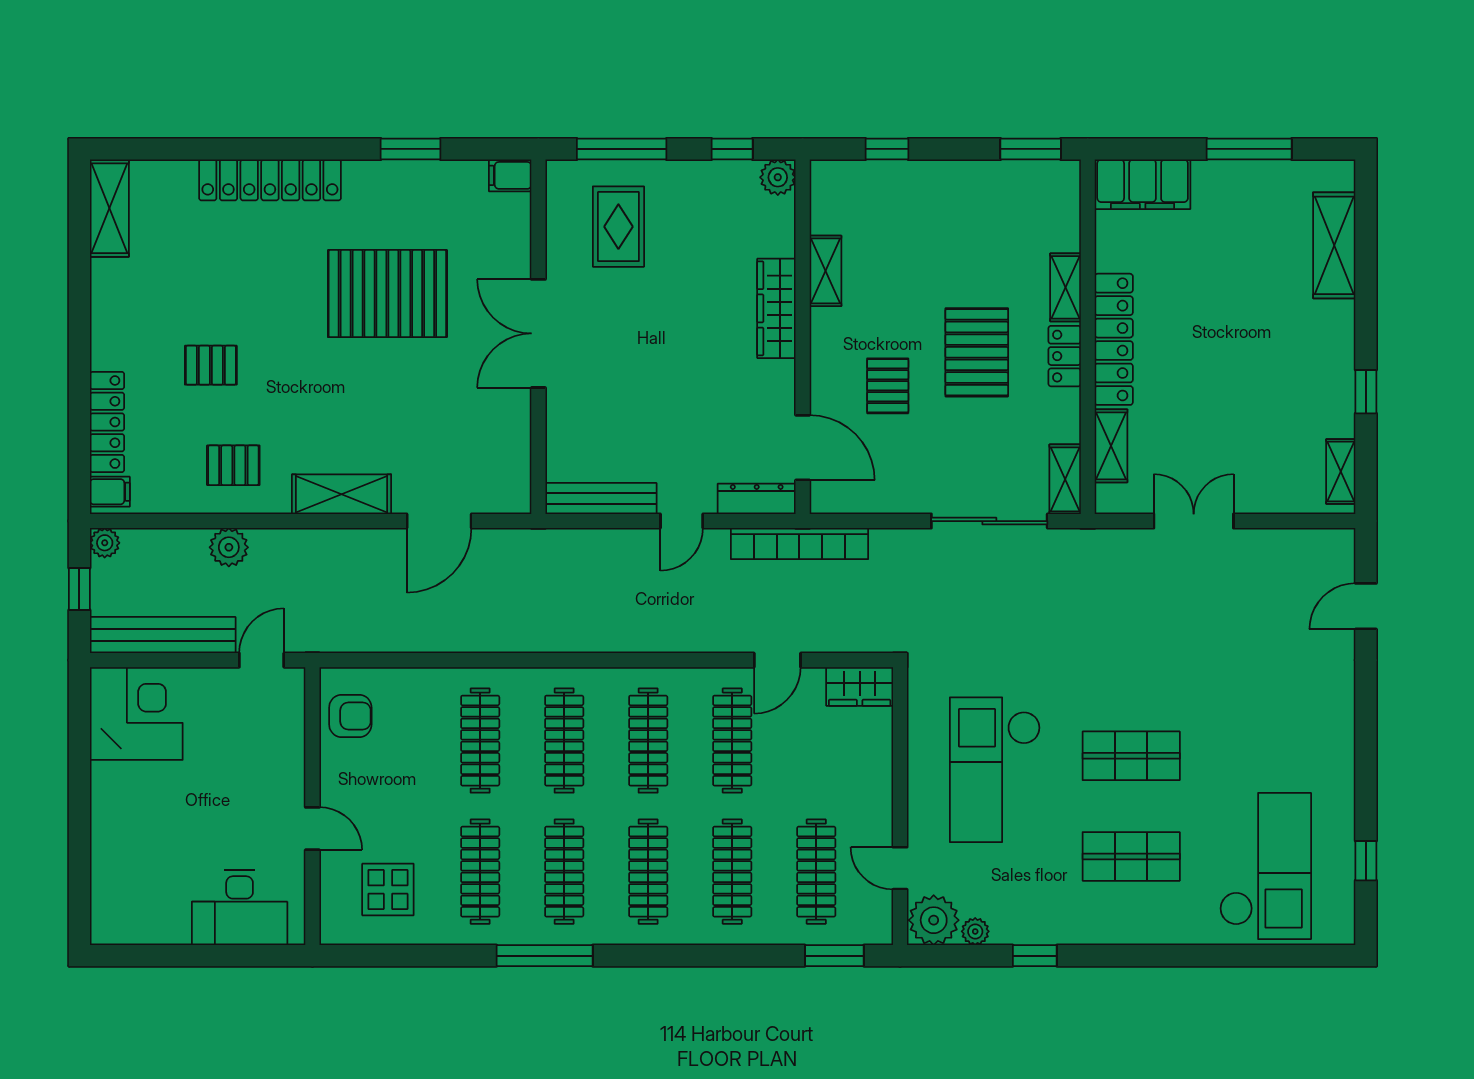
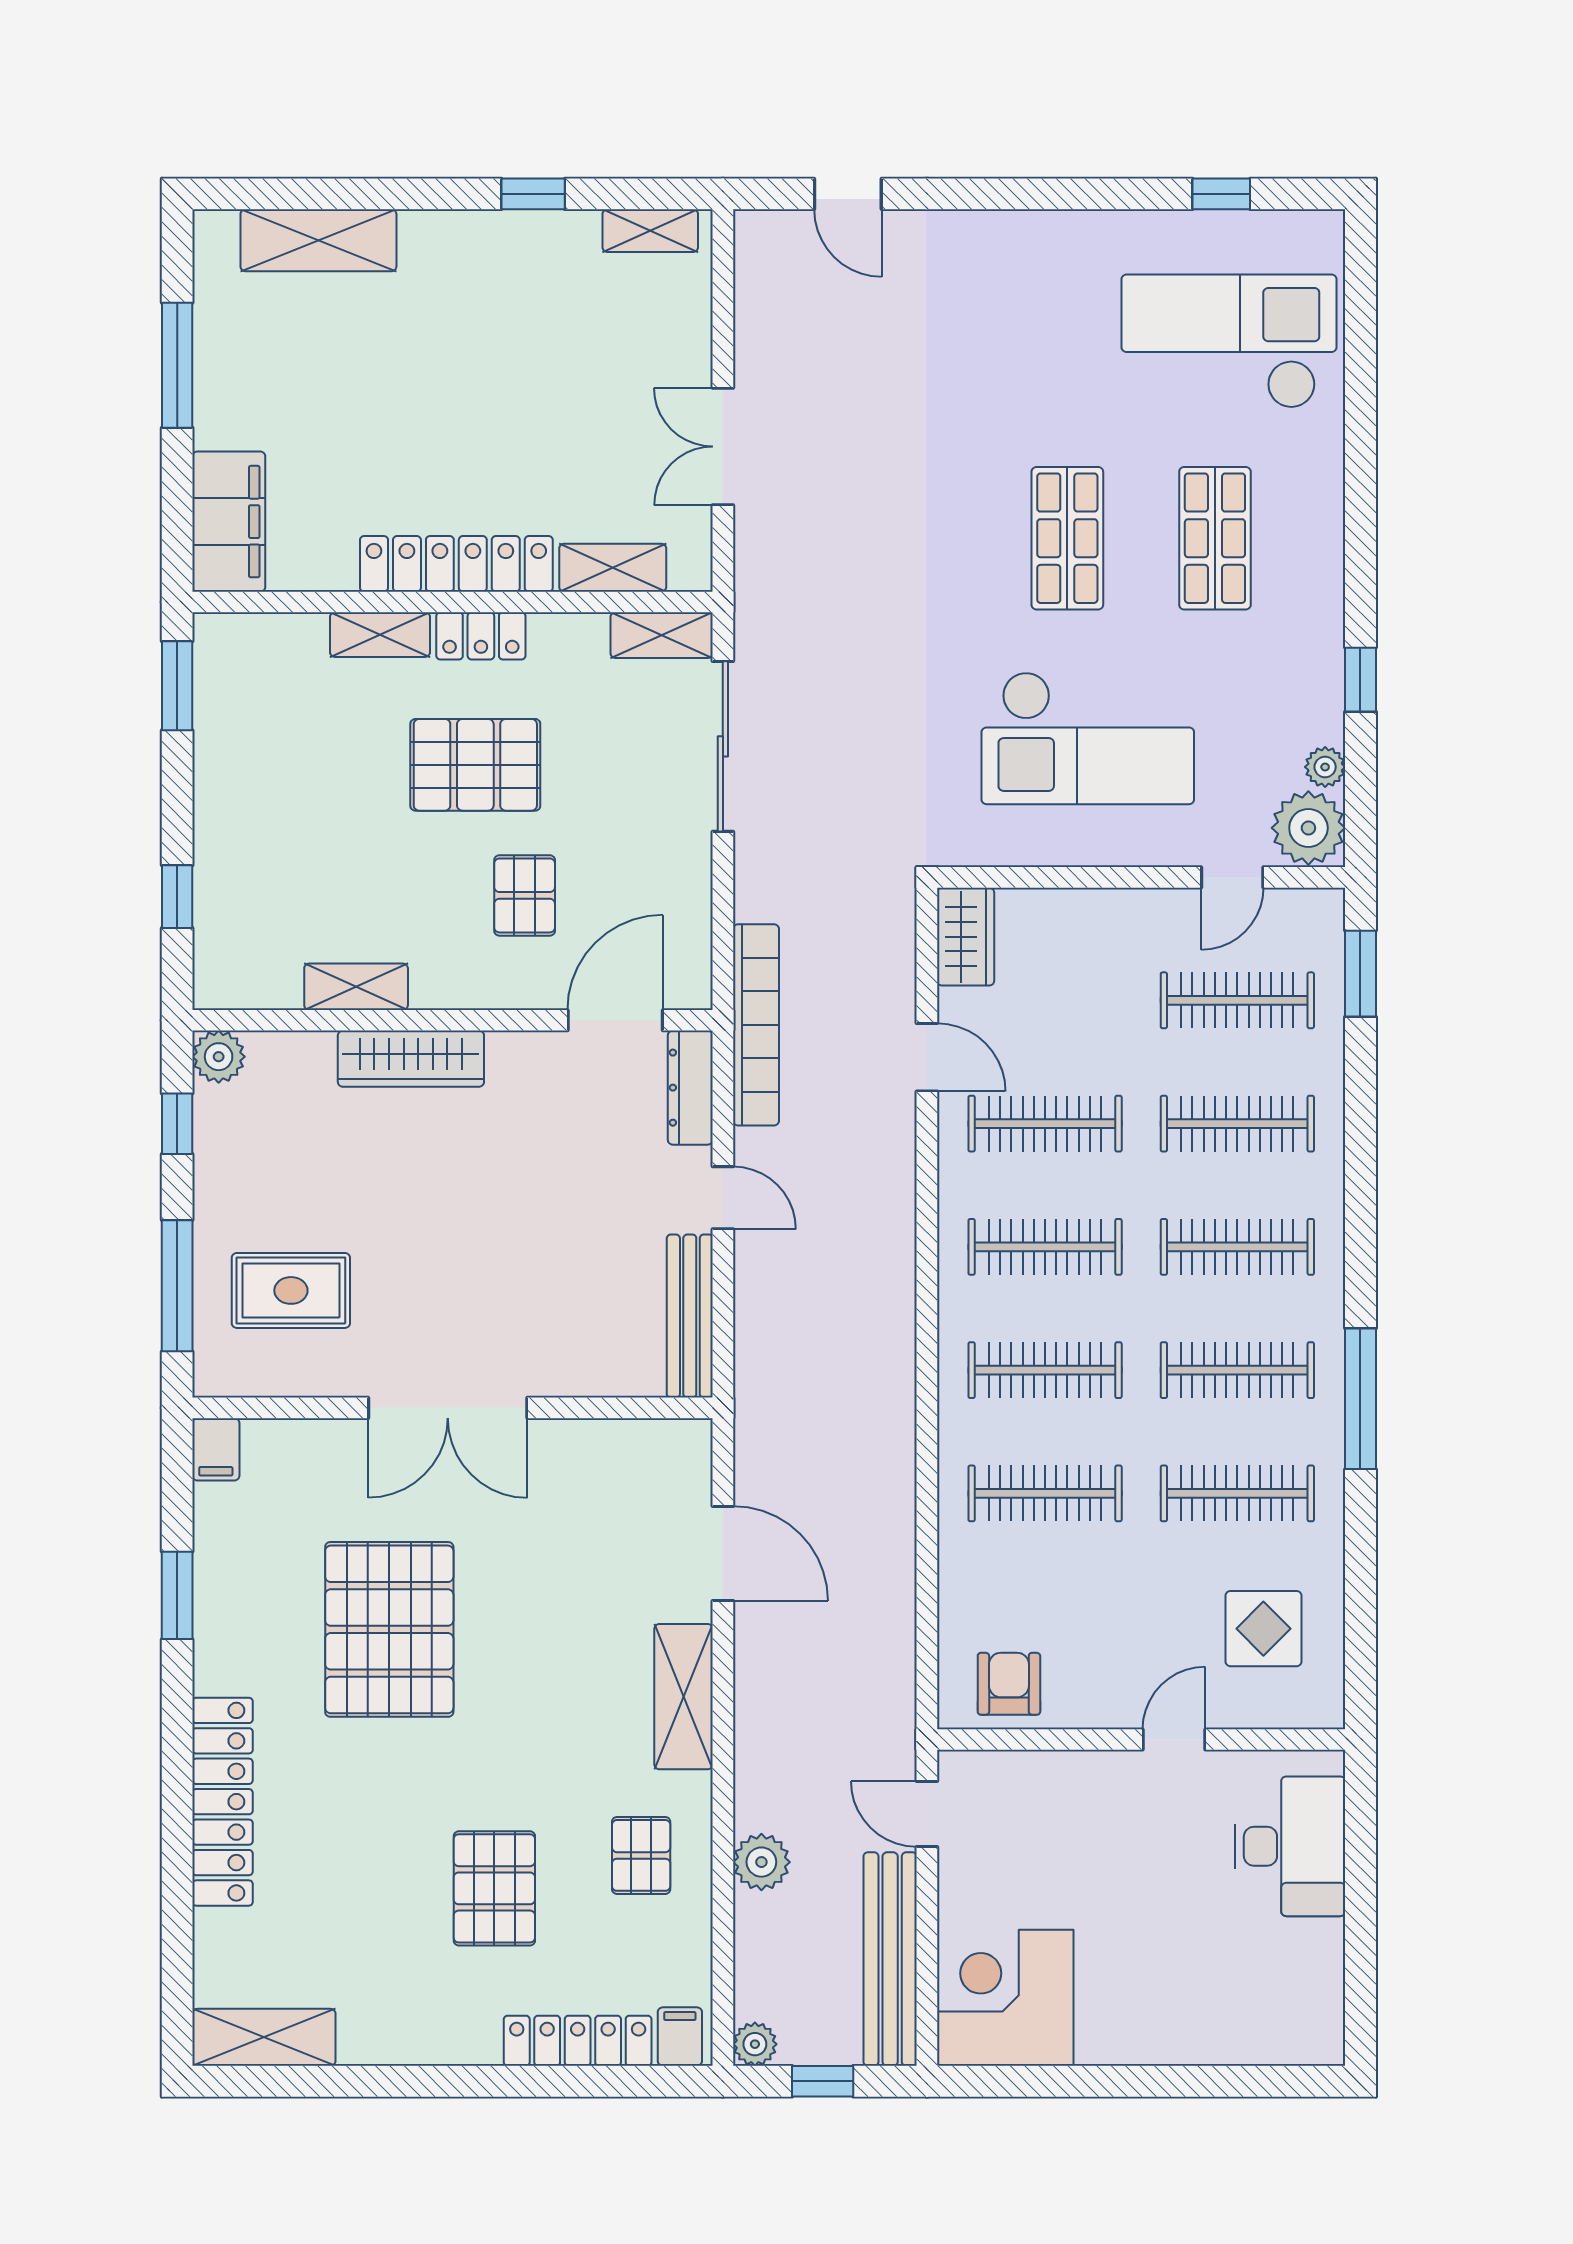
pallet: (211, 365) -> (494, 1888), width x1.50, depth x1.42
pallet: (888, 386) -> (525, 895), turned 90

